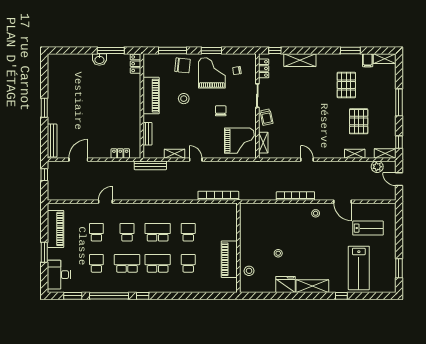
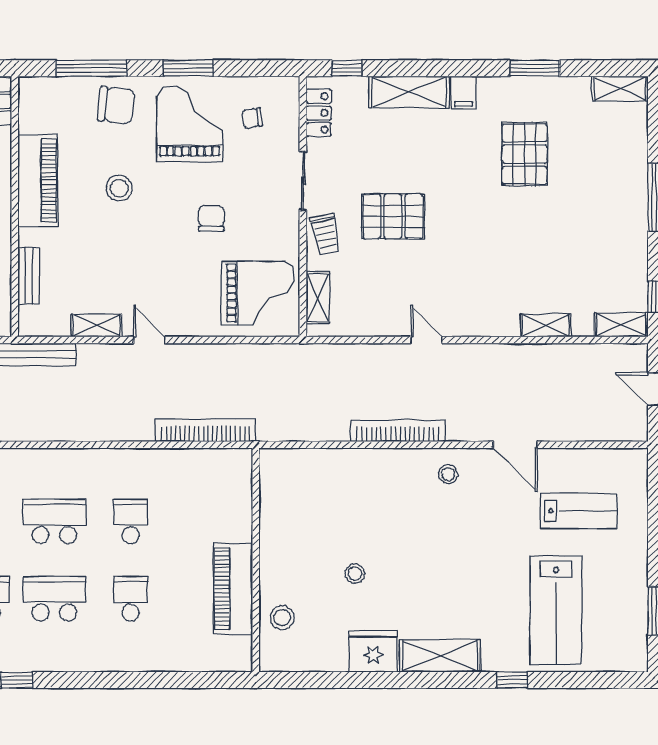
filing cabinet: (368, 60) -> (464, 93), moved
pallet: (359, 121) -> (393, 216), moved, turned 90
plant: (377, 167) -> (602, 358), removed

